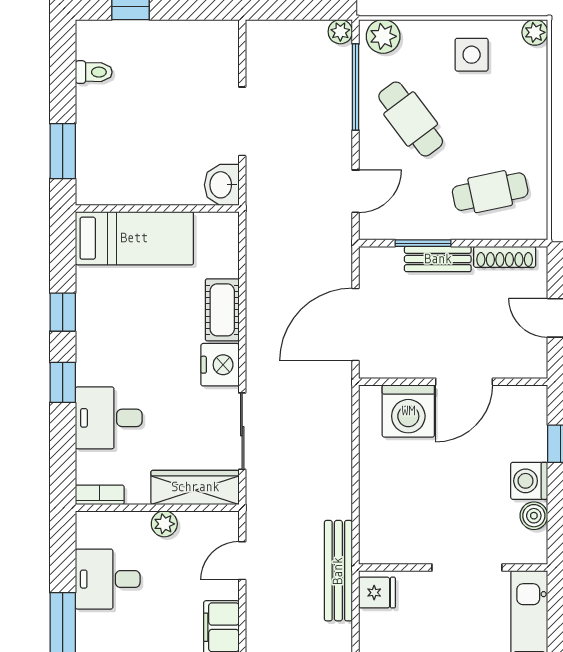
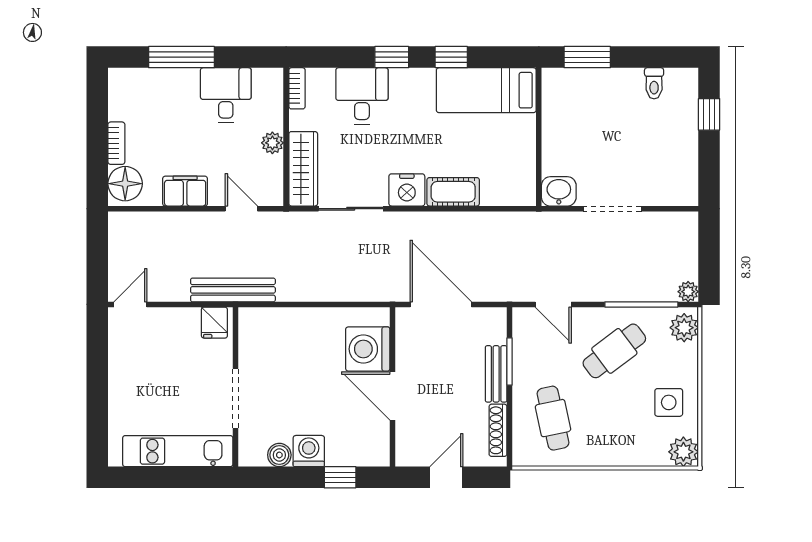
plant: (535, 32) -> (683, 452), width x1.38, depth x1.38
bed: (134, 238) -> (486, 90), moved, turned 90

